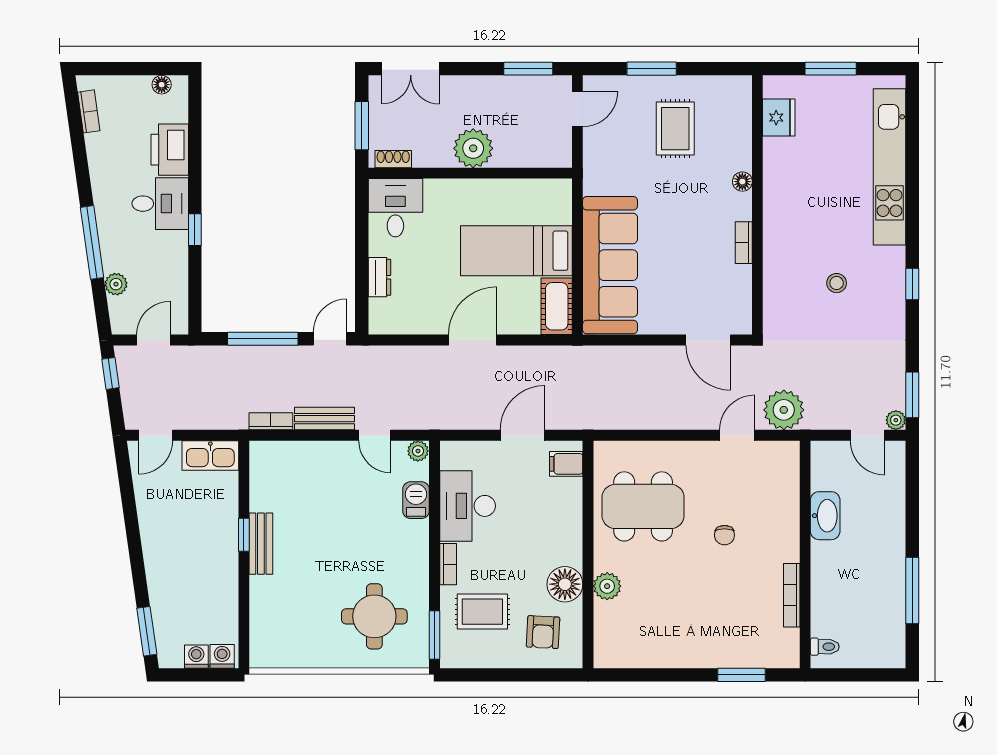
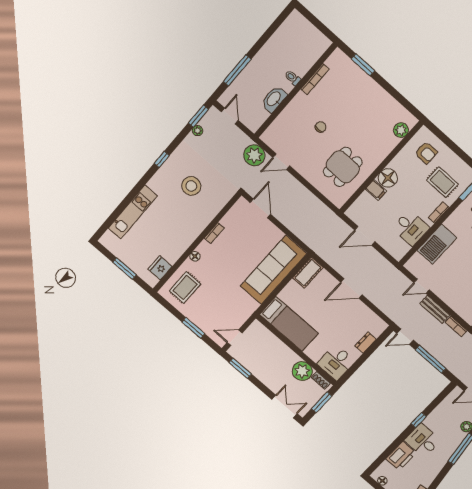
rug: (675, 129) -> (185, 287), moved
plant: (473, 148) -> (302, 371), moved
kitchen unit: (890, 167) -> (133, 212), width x0.73
bed: (516, 251) -> (289, 324), moved
stool: (837, 283) -> (191, 186), width x1.89, depth x1.89
plant: (896, 420) -> (198, 131), moved
door: (375, 435) -> (422, 286), swing flipped
plant: (418, 451) -> (411, 266), removed
filing cabinet: (566, 464) -> (376, 190), moved
barbecue: (416, 500) -> (437, 244), width x1.88, depth x1.53
desk: (468, 506) -> (411, 228), width x0.73
dining table: (643, 506) -> (343, 167), width x0.73
floor lamp: (565, 584) -> (388, 178), moved
plant: (607, 586) -> (401, 130), moved
window: (912, 591) -> (237, 70), moved
armchair: (543, 632) -> (426, 153), turned 87
toilet: (825, 647) -> (293, 78), moved

